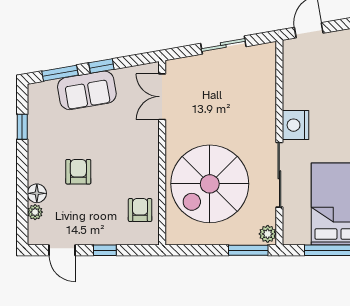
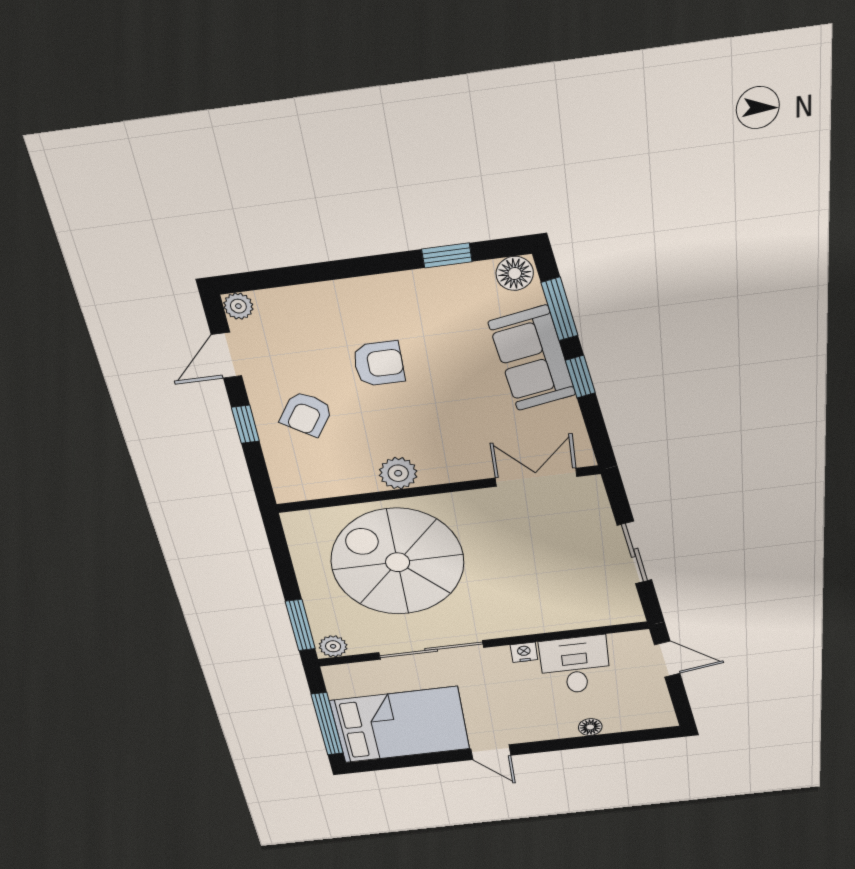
desk: (305, 88) -> (575, 665), added
nightstand: (296, 125) -> (524, 652), width x0.53, depth x0.56
plant: (148, 173) -> (398, 473), added
floor lamp: (37, 193) -> (515, 273), moved
armchair: (140, 210) -> (306, 414), moved, turned 124
plant: (35, 212) -> (238, 306), moved

